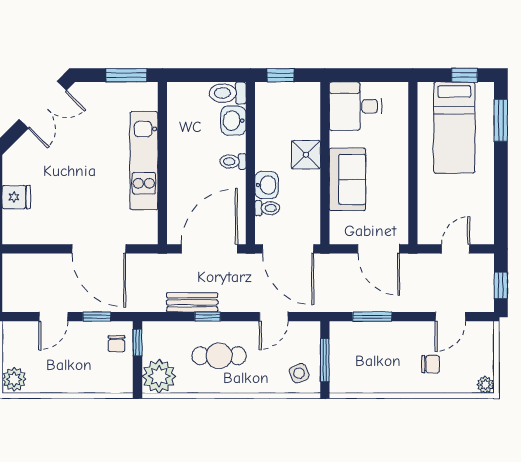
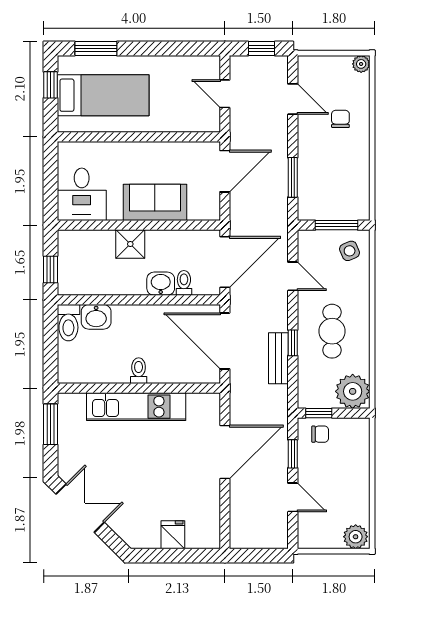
toilet: (233, 161) -> (139, 371), moved, turned 180

